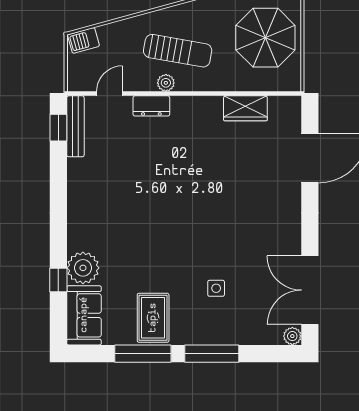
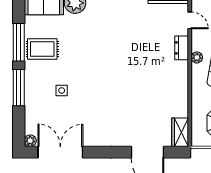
wardrobe: (245, 108) -> (180, 132), moved

